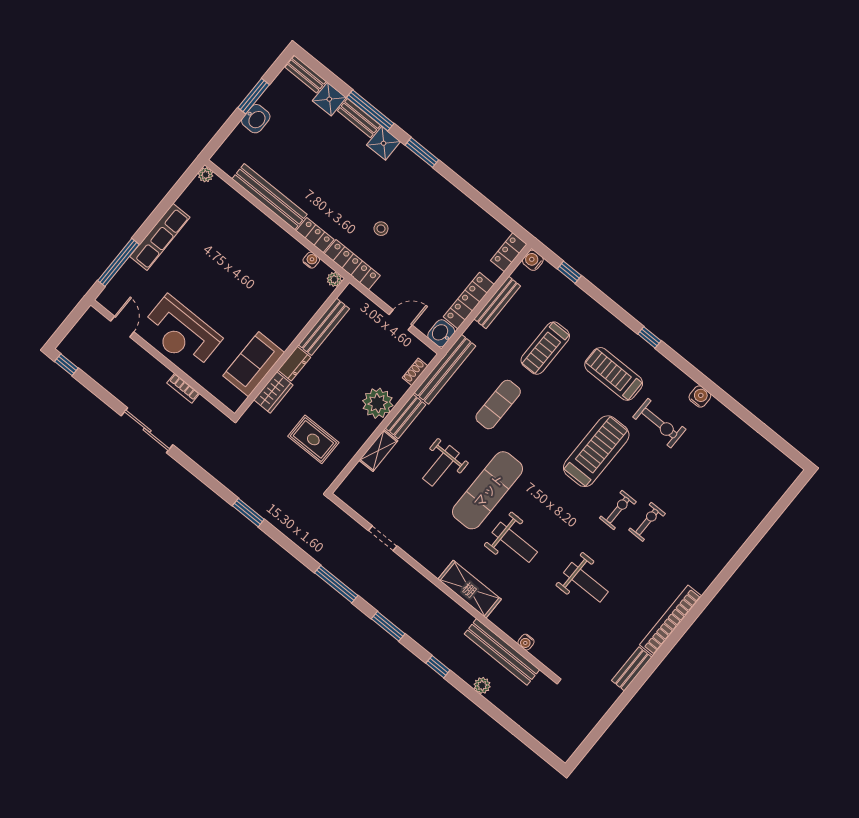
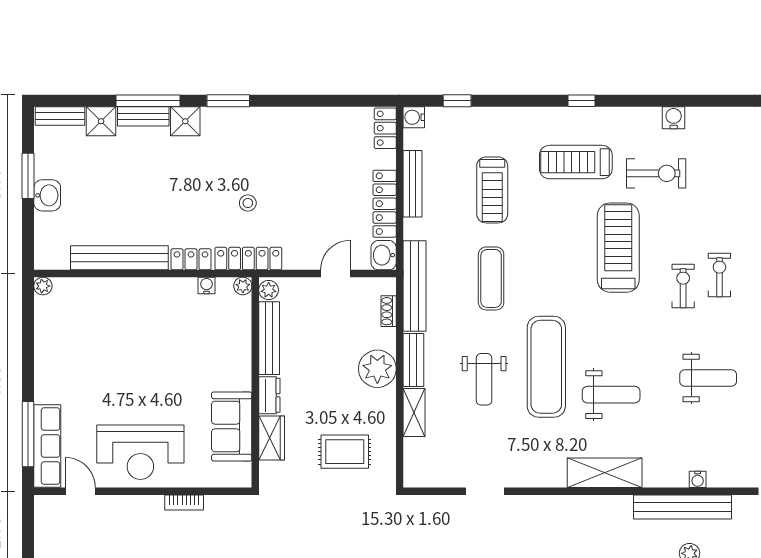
row of seats: (160, 237) -> (47, 446), moved
plant: (349, 295) -> (269, 290), added

